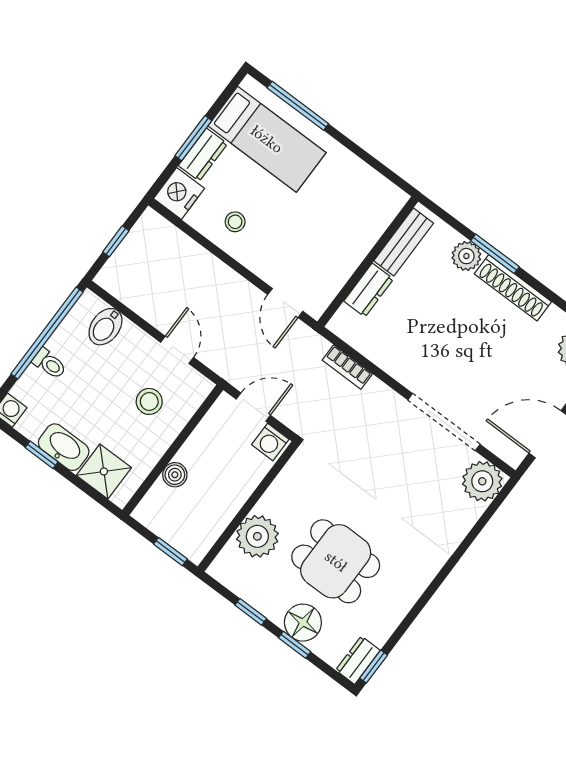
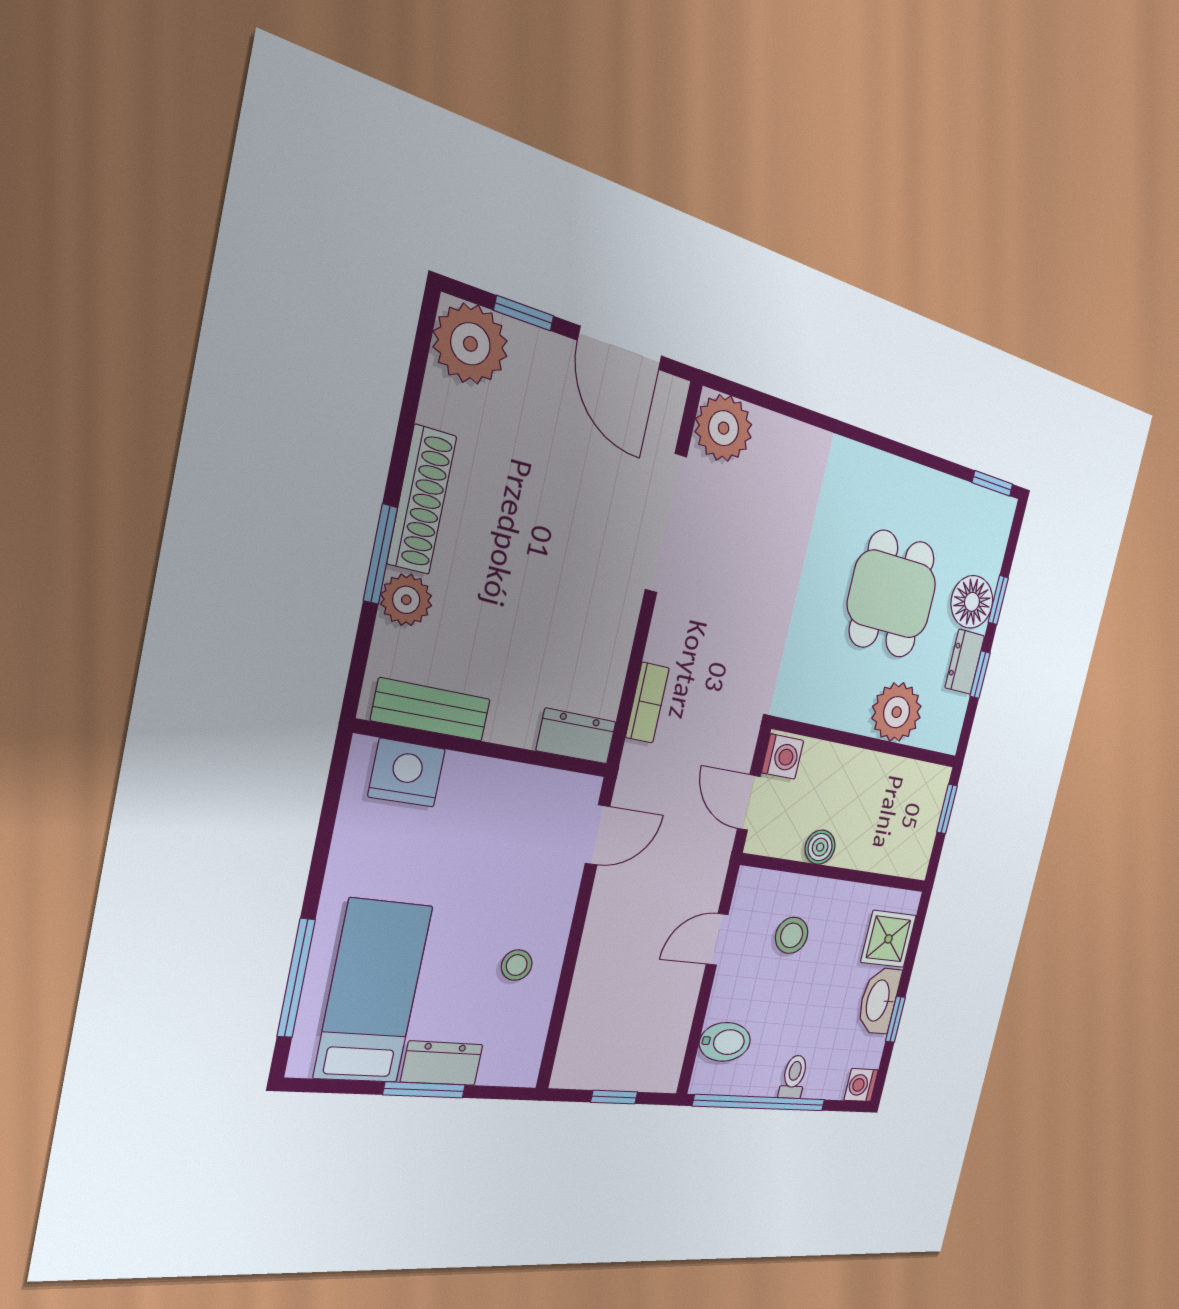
nightstand: (179, 193) -> (407, 773), moved, turned 180
dresser: (369, 290) -> (576, 736), moved
boiler: (175, 475) -> (820, 847), moved
dresser: (358, 660) -> (965, 662), moved, turned 90

